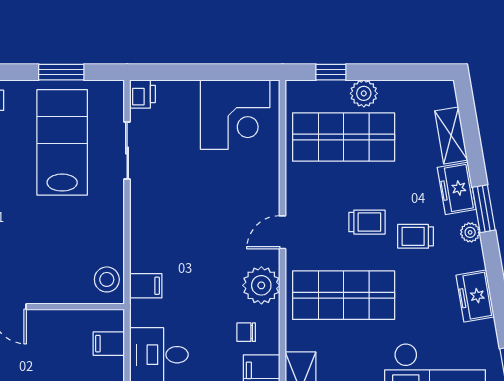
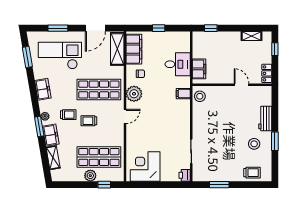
lab bench: (62, 142) -> (219, 155), removed
filing cabinet: (109, 344) -> (199, 69), width x2.00

